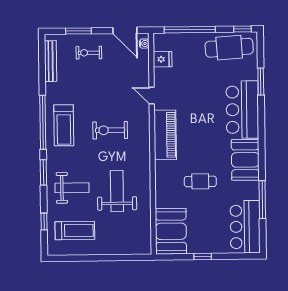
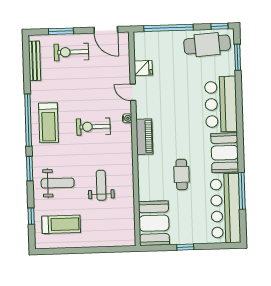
water cooler: (144, 44) -> (127, 118), moved
exercise bike: (89, 53) -> (71, 52), width x1.38, depth x1.39
fridge: (163, 59) -> (143, 68), moved
window: (261, 82) -> (238, 57), moved
piano: (165, 135) -> (144, 137), width x0.73, depth x0.75
cafe table: (200, 181) -> (182, 174), turned 90
weight bench: (117, 191) -> (101, 185), width x0.73, depth x0.75
bar counter: (245, 227) -> (225, 208), width x1.36

